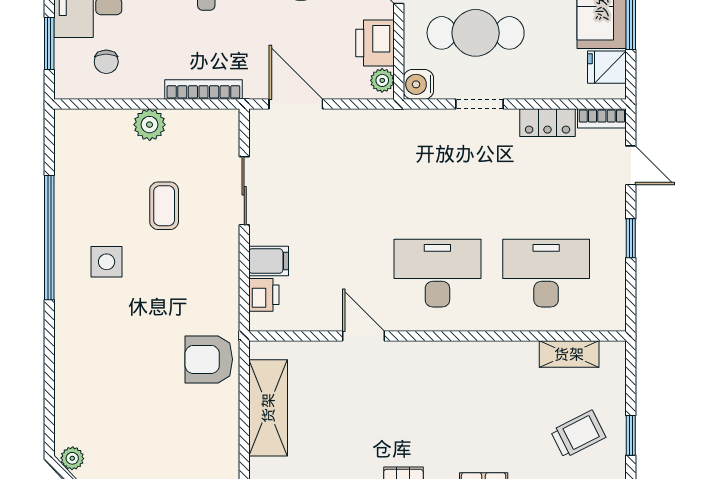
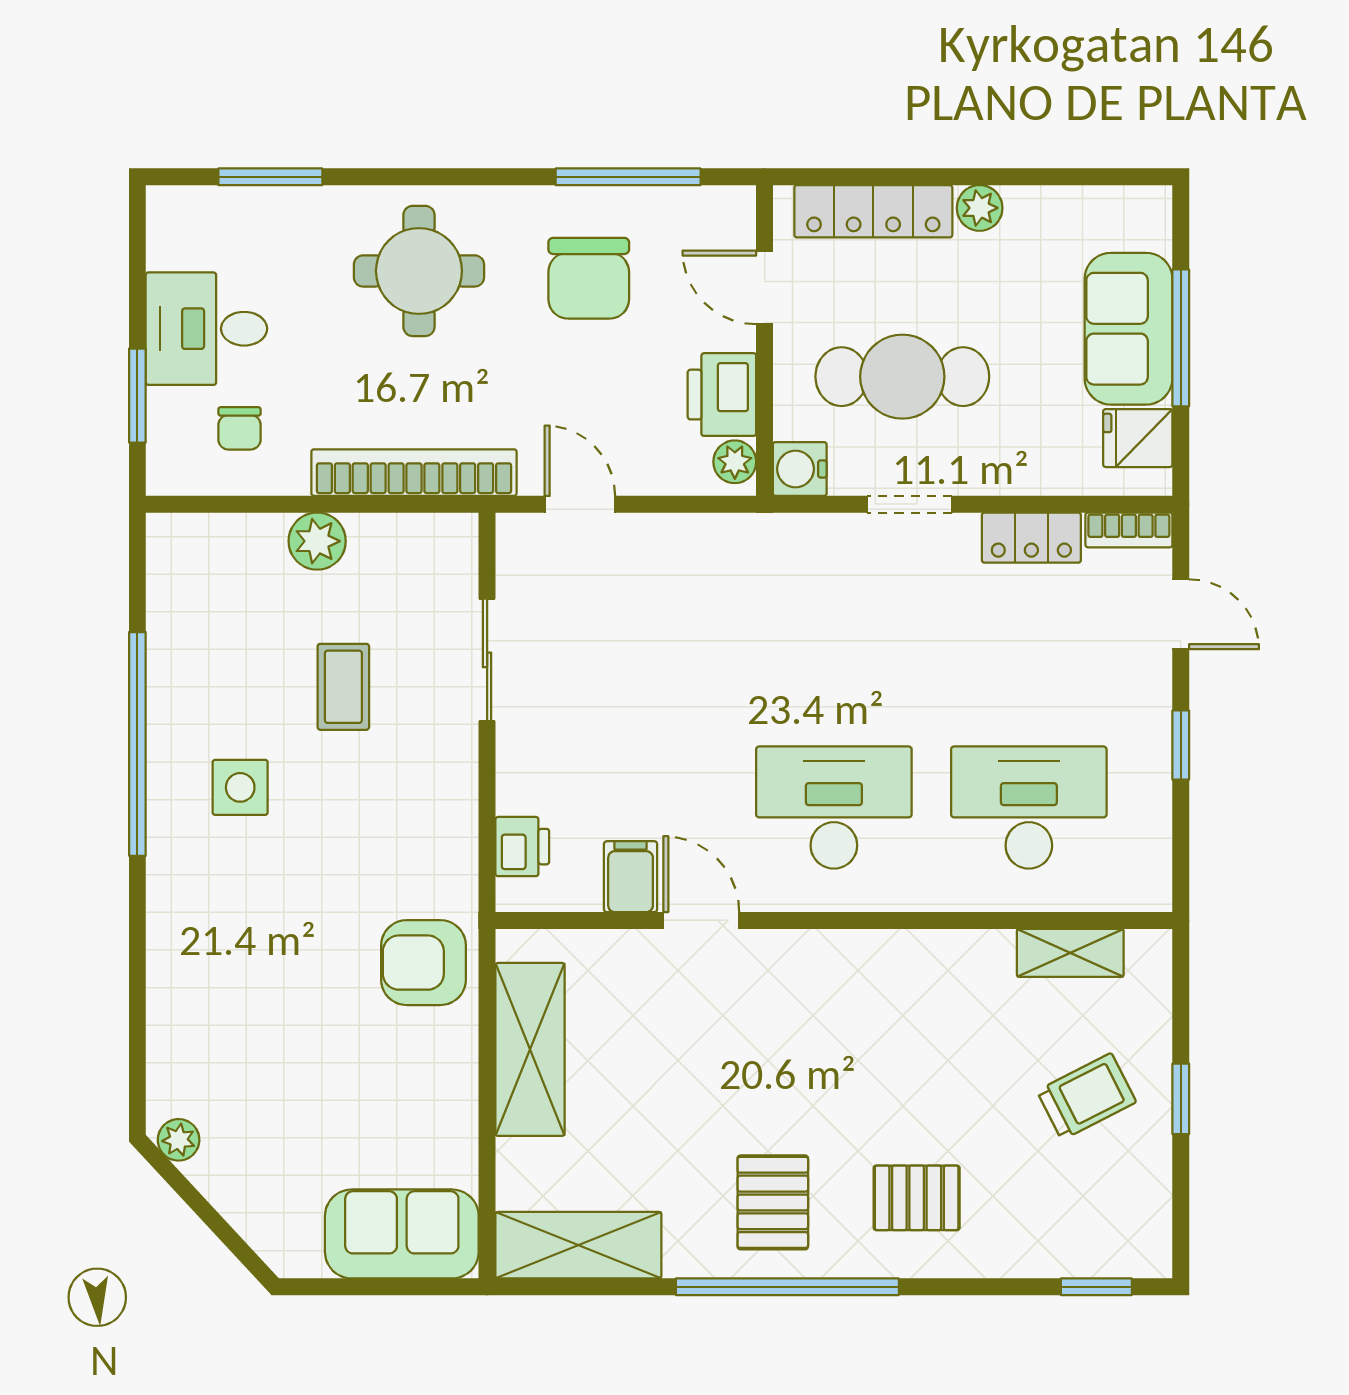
bookcase: (203, 89) -> (414, 473), width x1.48, depth x1.31
door: (296, 104) -> (580, 504), width x0.73
filing cabinet: (269, 261) -> (631, 877), moved, turned -90

